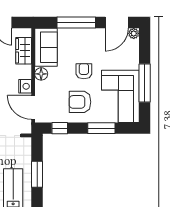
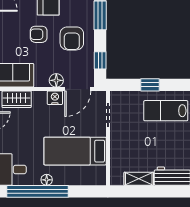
floor lamp: (41, 74) -> (56, 80), moved
window: (37, 174) -> (150, 85), width x0.67

